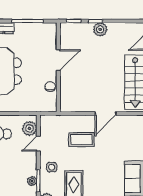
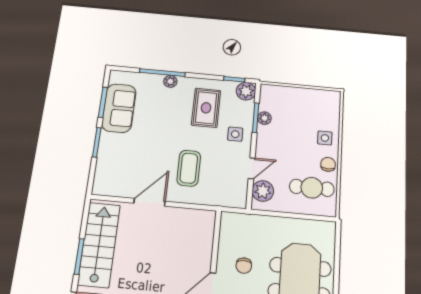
chair: (50, 87) -> (244, 266), moved
coffee table: (81, 140) -> (189, 168), turned 90

